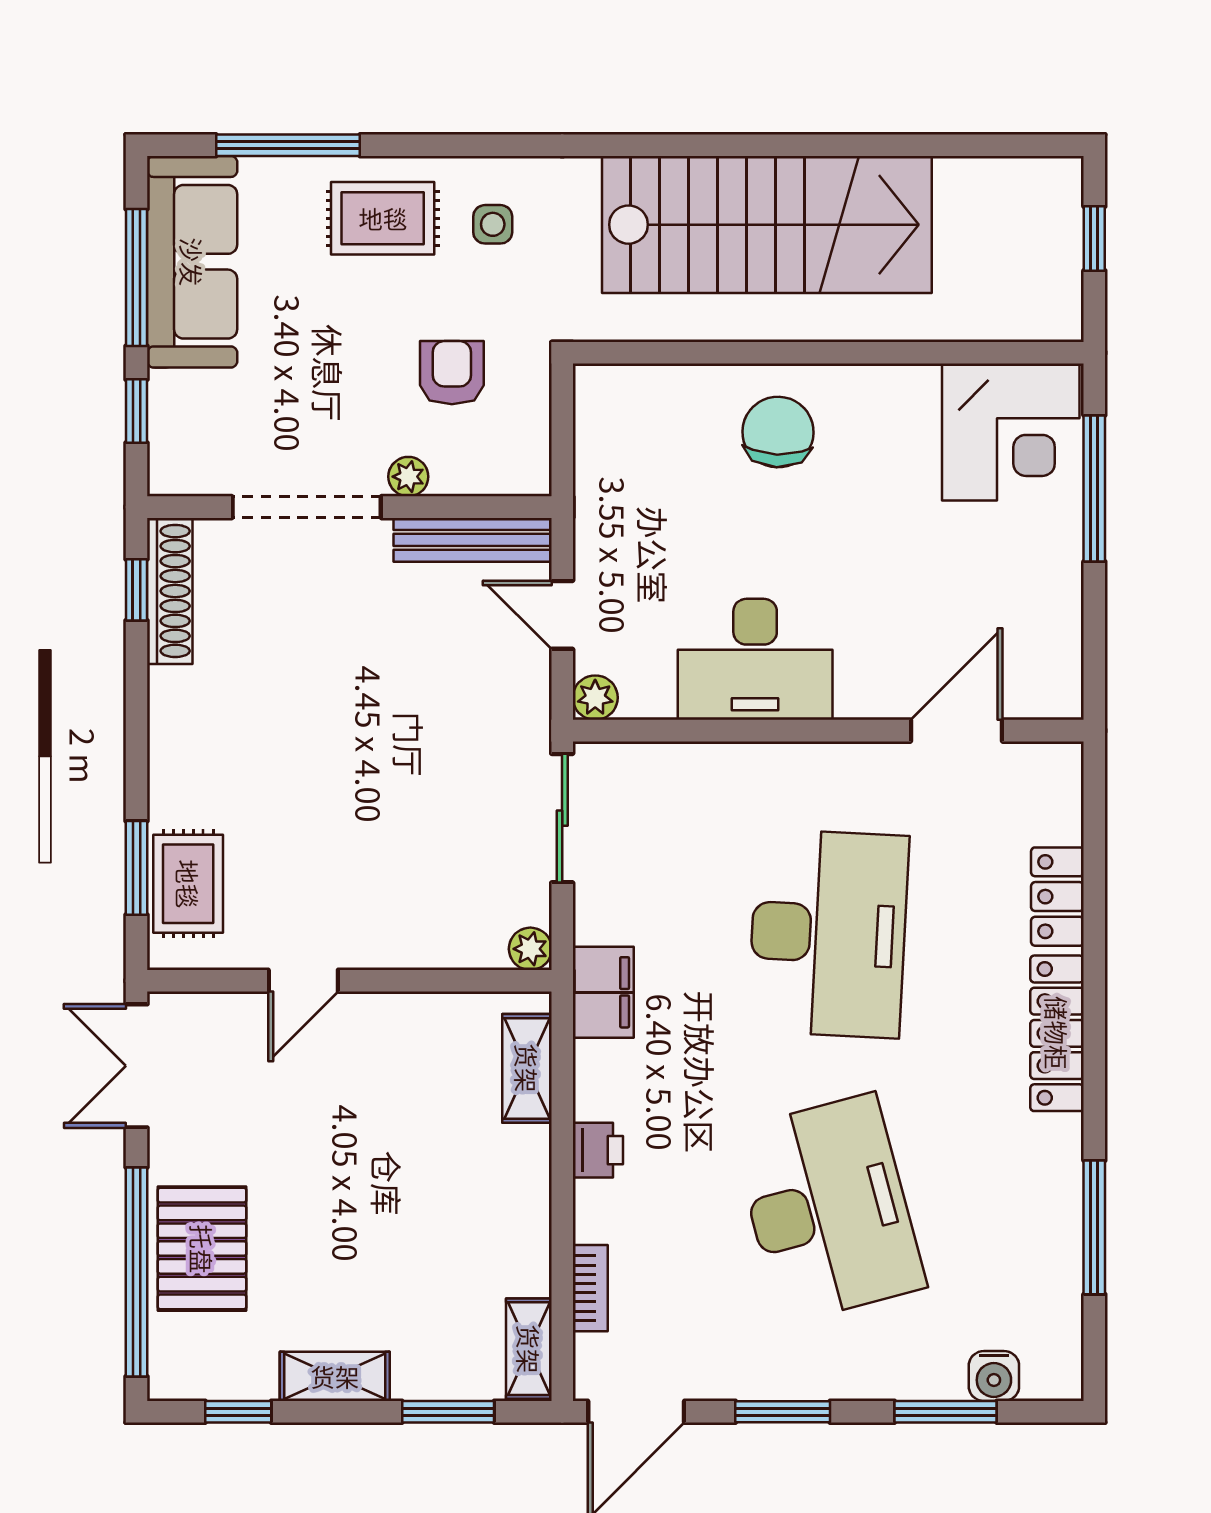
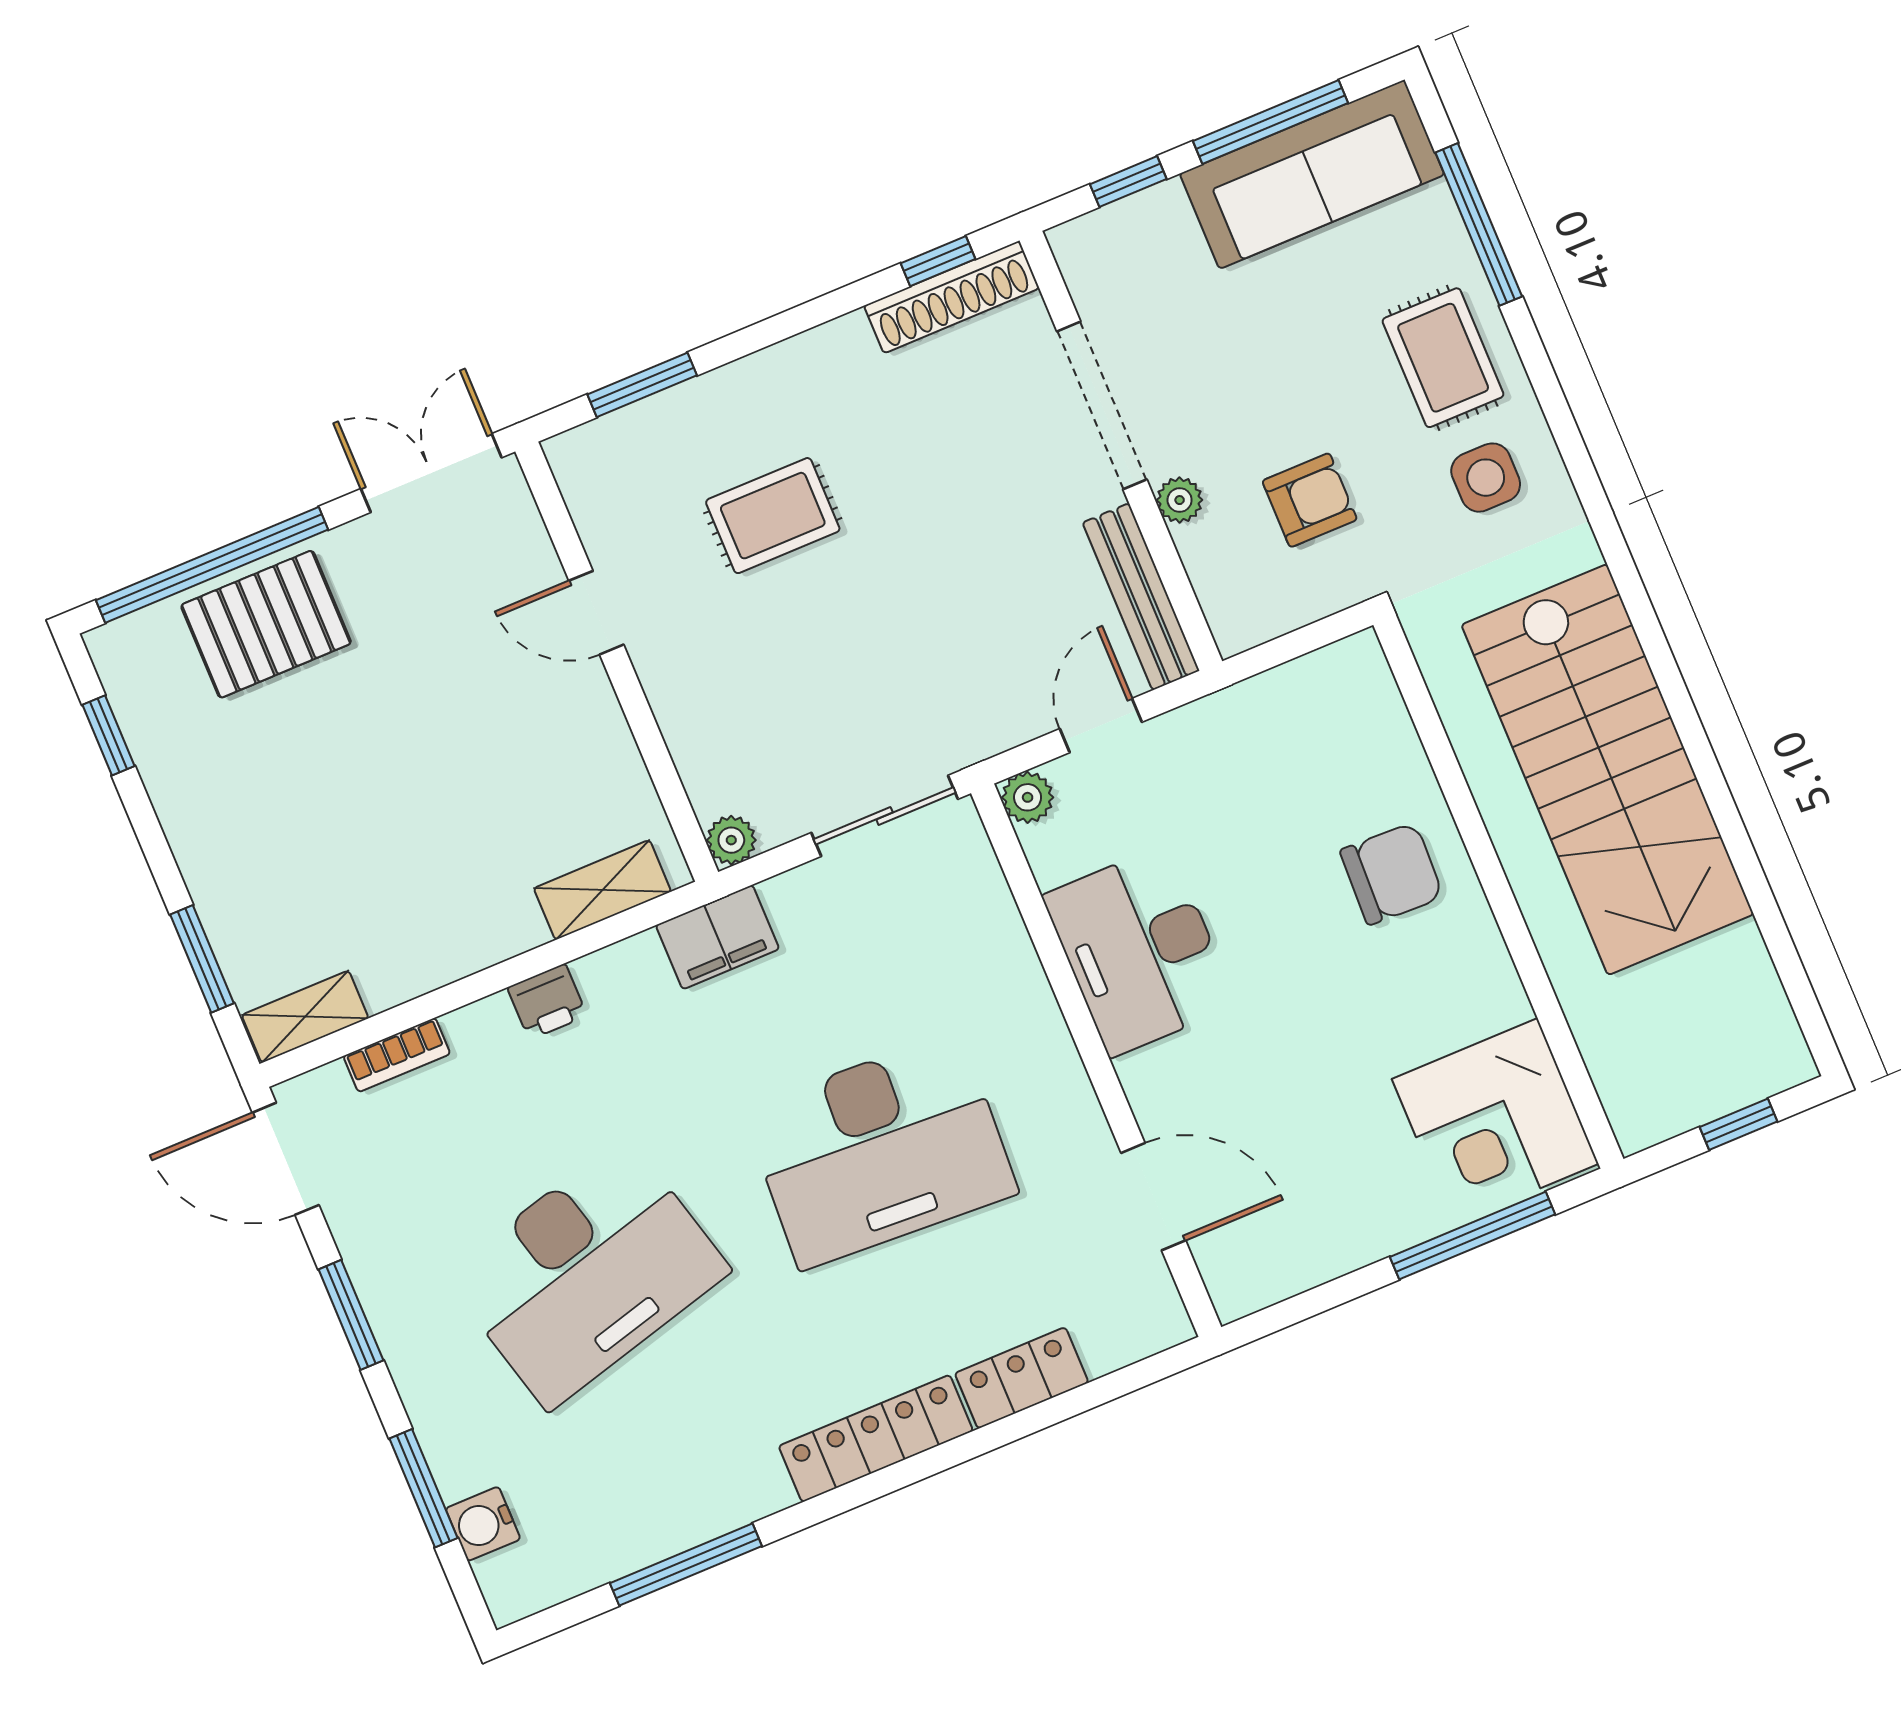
side table: (493, 224) -> (1486, 478), width x1.37, depth x1.37
rug: (188, 884) -> (773, 516), moved
shelving: (335, 1376) -> (189, 822), removed

